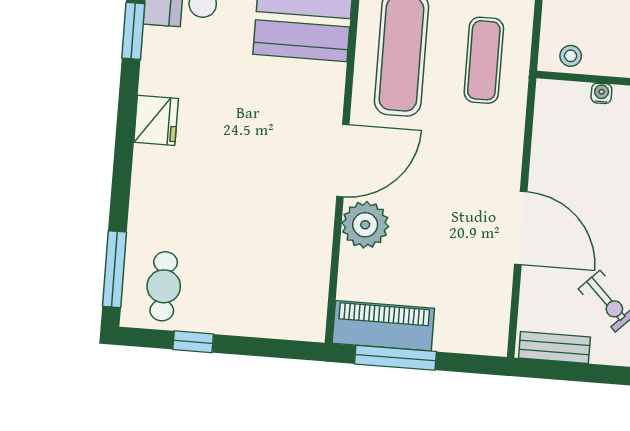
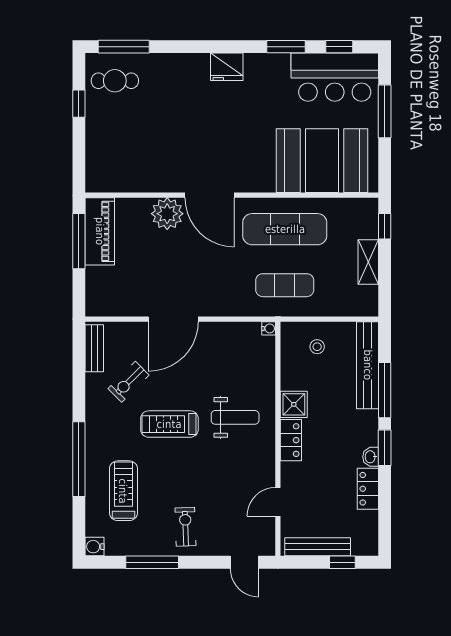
stool: (571, 56) -> (317, 347), moved
water cooler: (601, 93) -> (269, 328), moved

